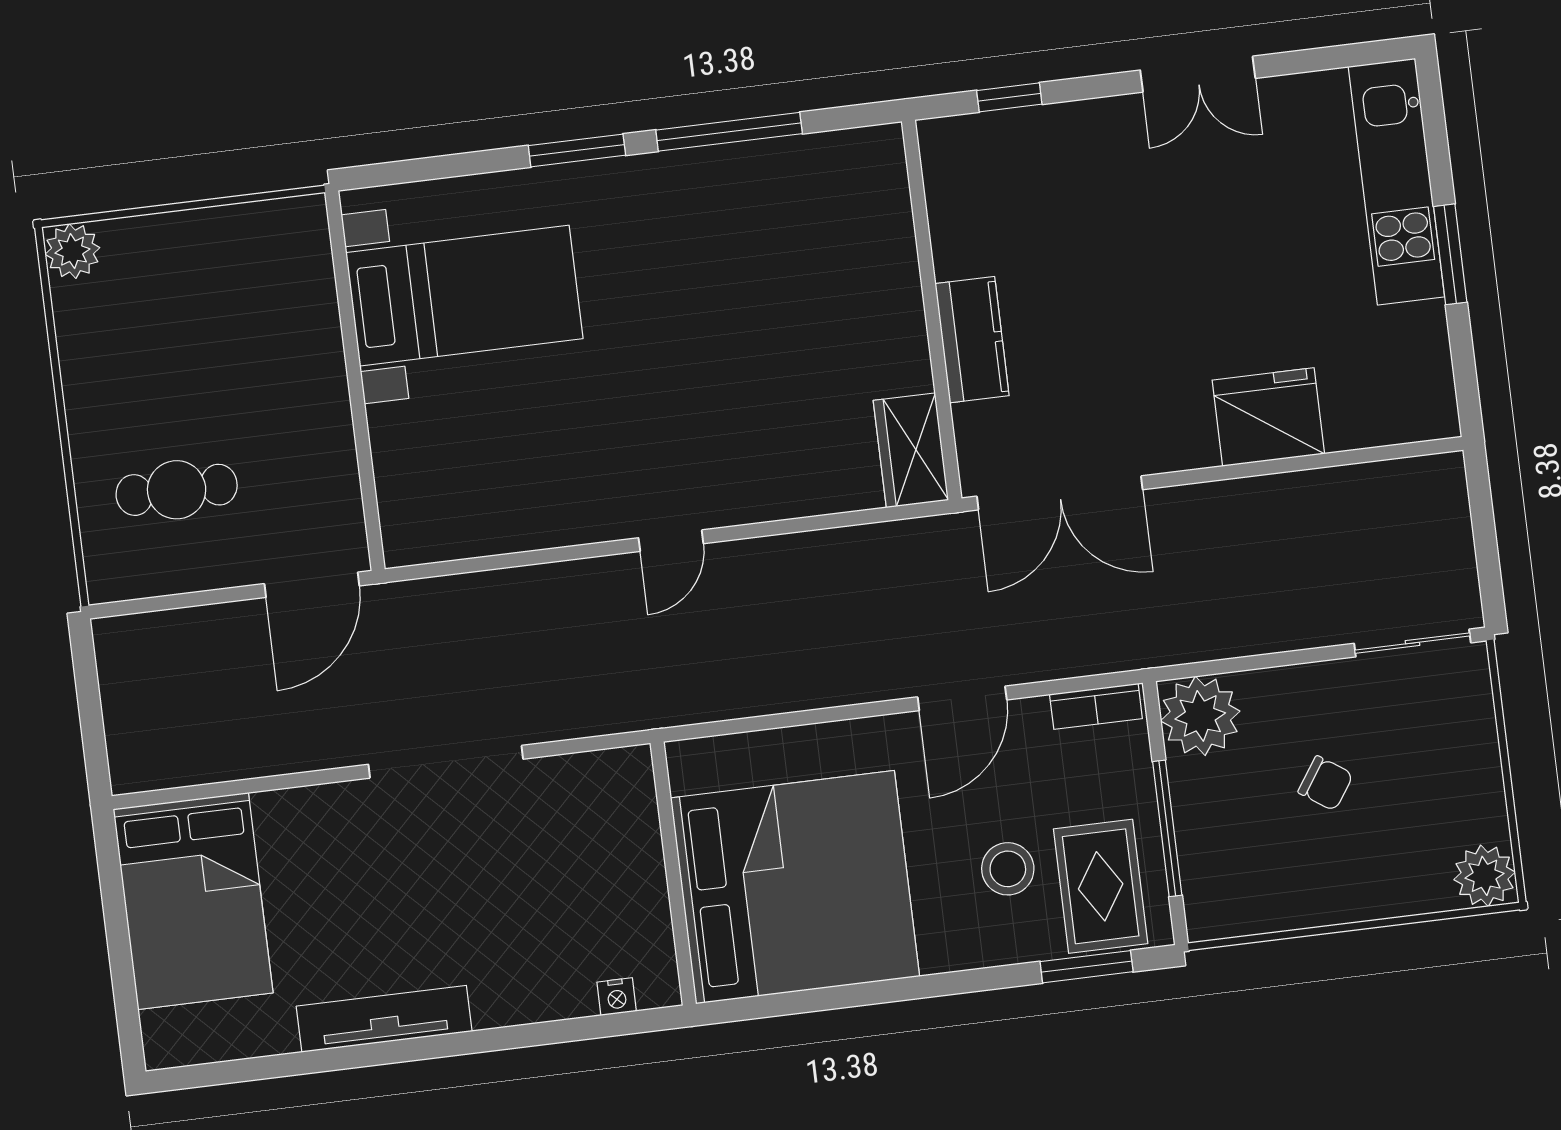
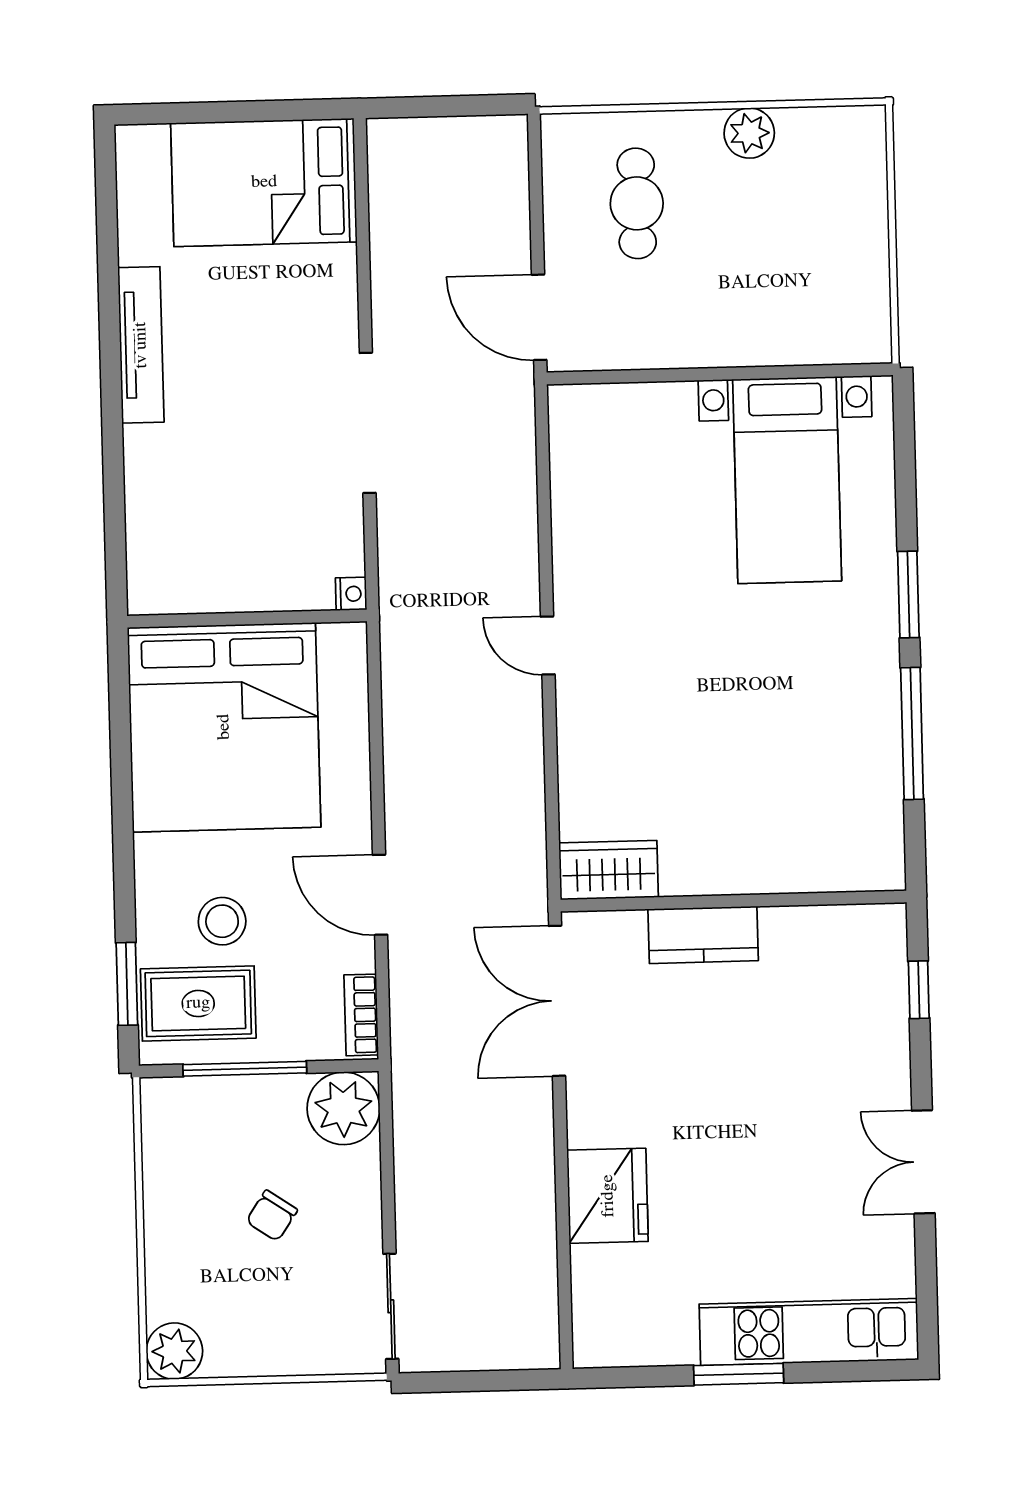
plant: (72, 251) -> (749, 133), moved
nightstand: (617, 997) -> (351, 594), moved, turned 180

